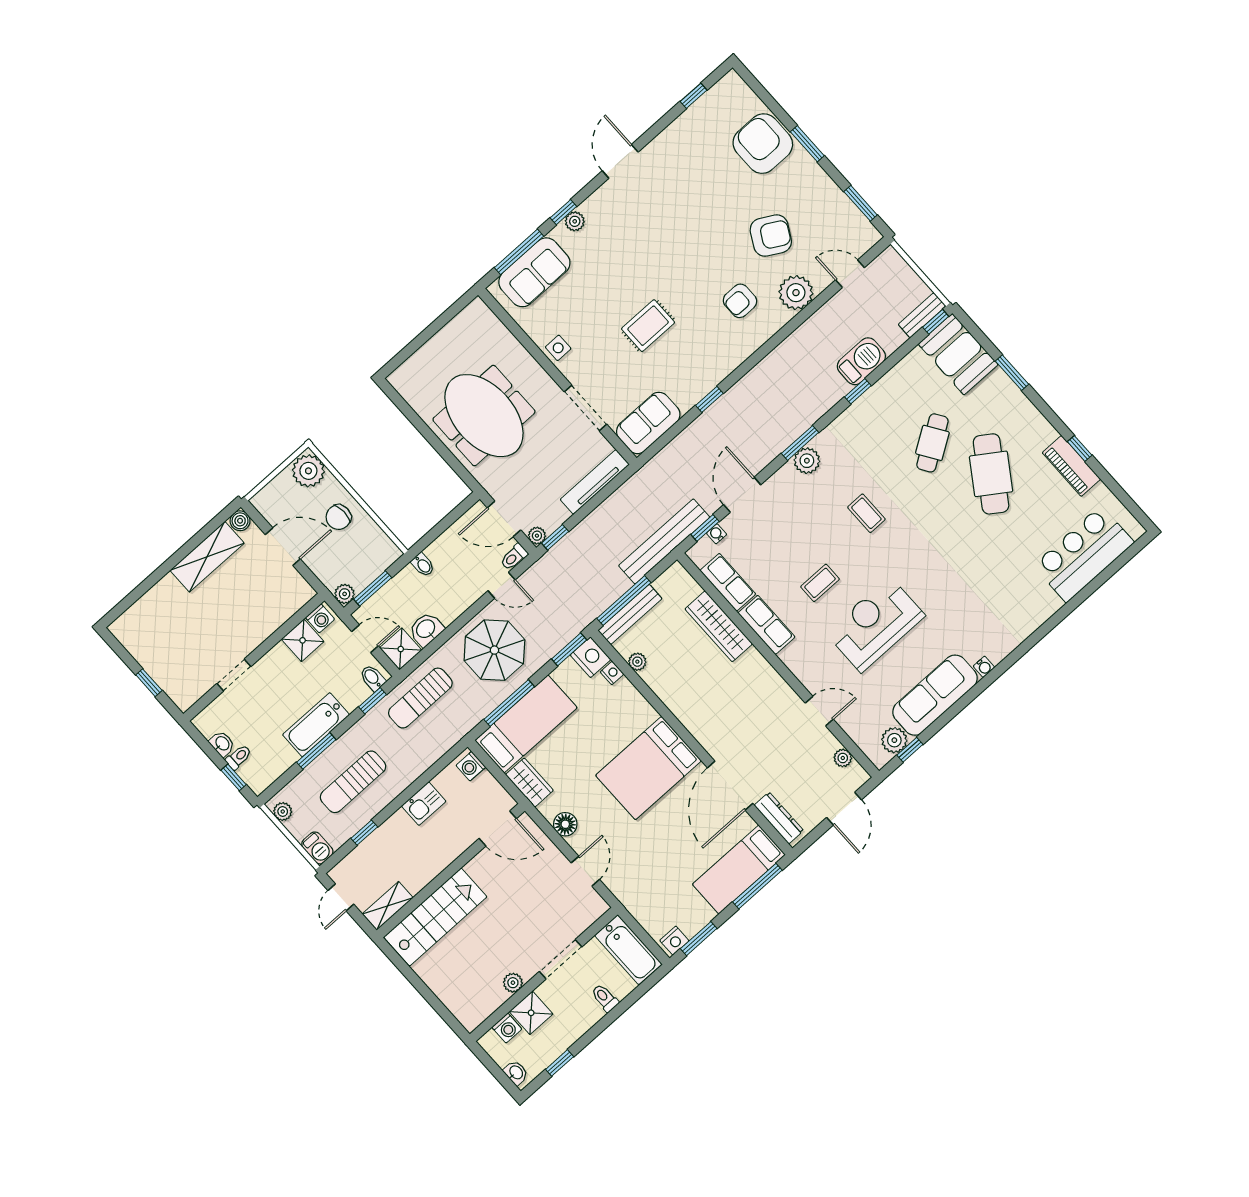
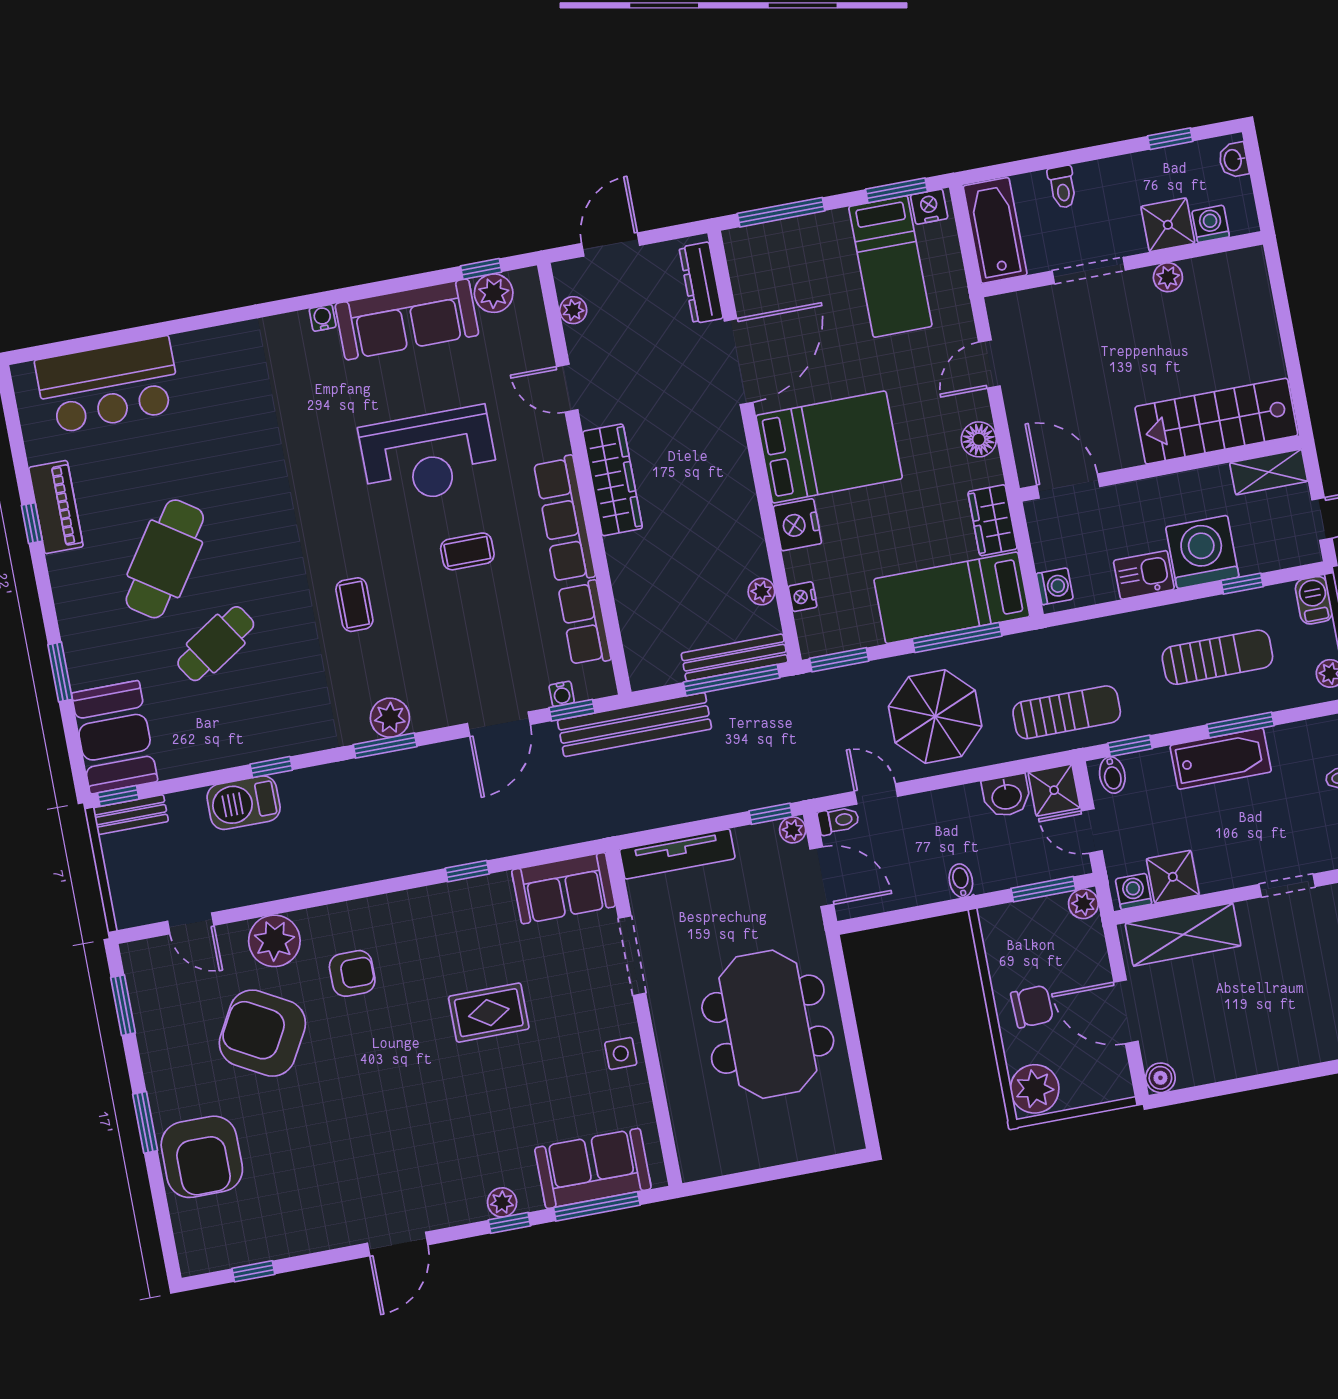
armchair: (771, 236) -> (262, 1033), width x1.36, depth x1.36
shelving: (207, 557) -> (1183, 935), moved
row of seats: (766, 625) -> (564, 519), width x1.48
wardrobe: (719, 626) -> (613, 480), moved
nightstand: (590, 657) -> (797, 525), moved
washing machine: (398, 837) -> (1202, 552), added
bed: (739, 869) -> (890, 266), moved, turned 90

